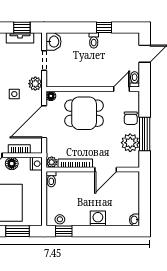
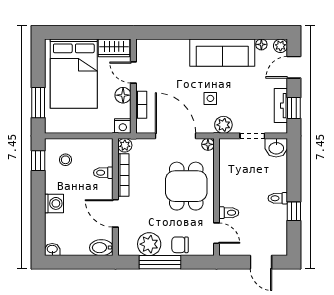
toilet: (135, 79) -> (229, 213), moved
toilet: (51, 179) -> (103, 173), moved
bidet: (133, 181) -> (101, 248), added
stool: (60, 219) -> (65, 160), moved

